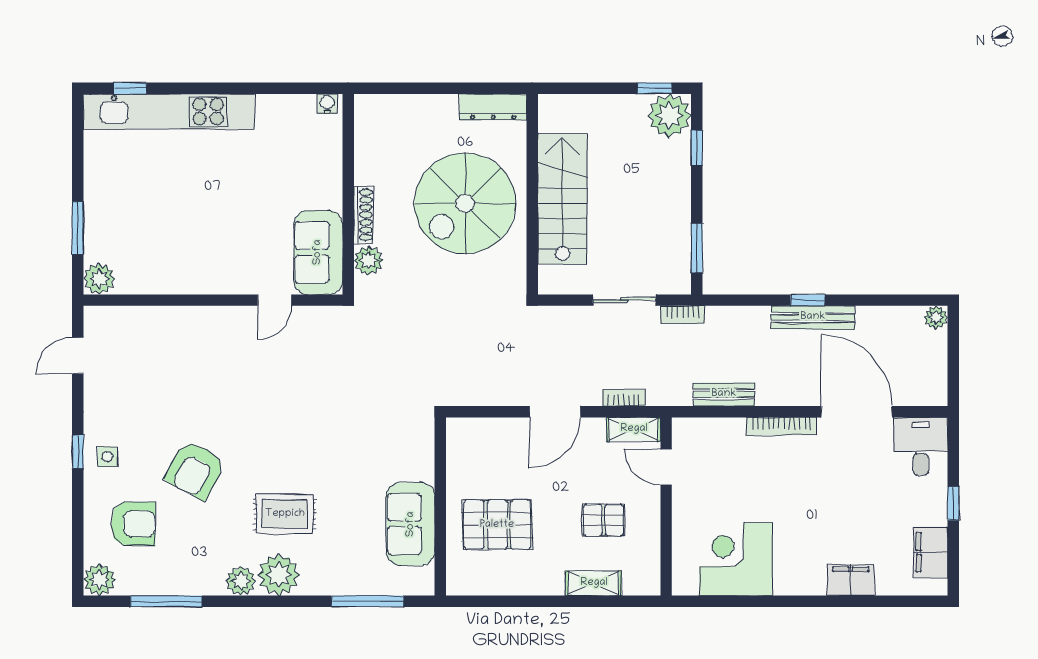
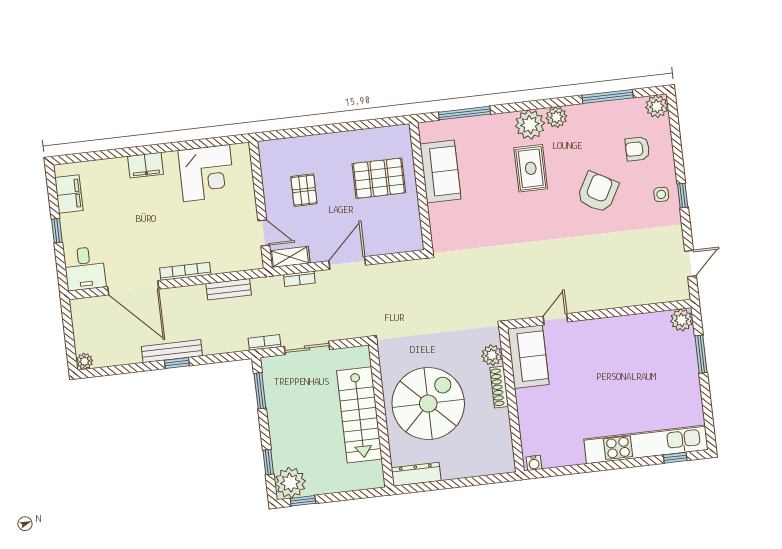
rug: (285, 514) -> (531, 168), turned 90
pallet: (603, 520) -> (304, 190), turned 90
armchair: (133, 524) -> (637, 149), width x0.72, depth x0.72
filing cabinet: (851, 580) -> (146, 165), moved
shelving: (594, 583) -> (306, 144), removed

